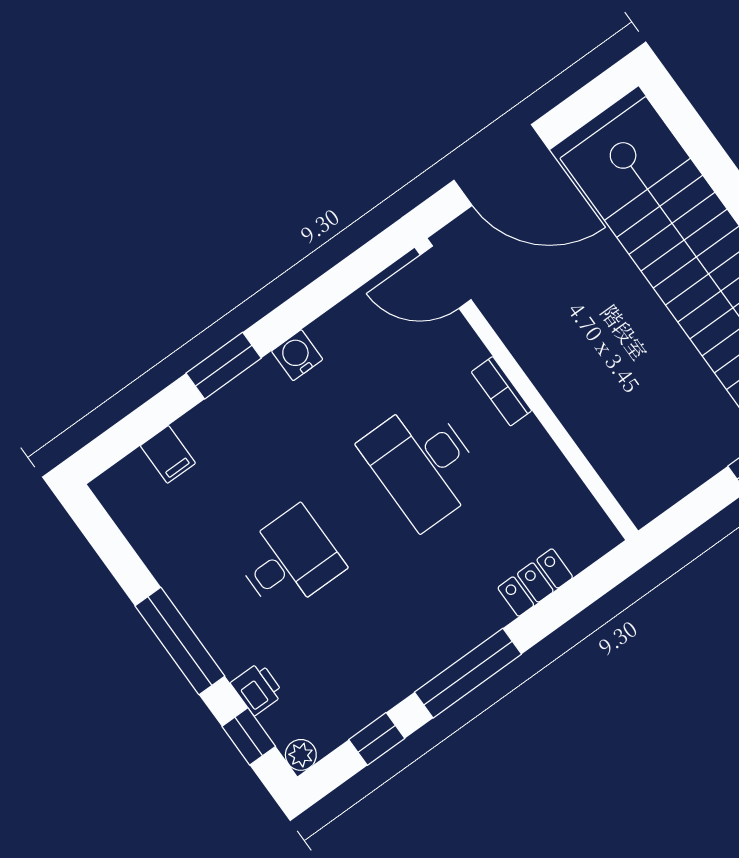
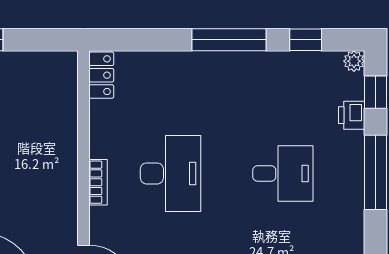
desk: (289, 560) -> (283, 173), turned 180
locker: (535, 582) -> (101, 75), moved, turned -90

